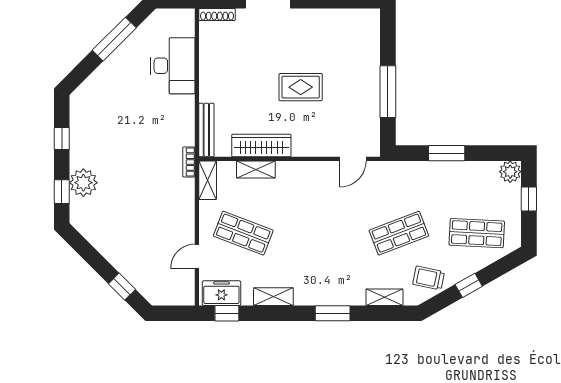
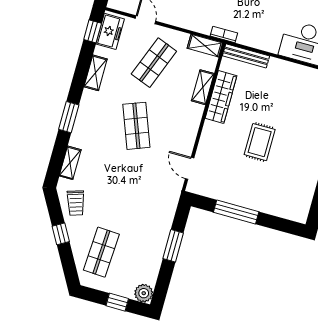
shop shelf: (399, 233) -> (136, 126), moved
trolley: (429, 278) -> (76, 203), turned 150

